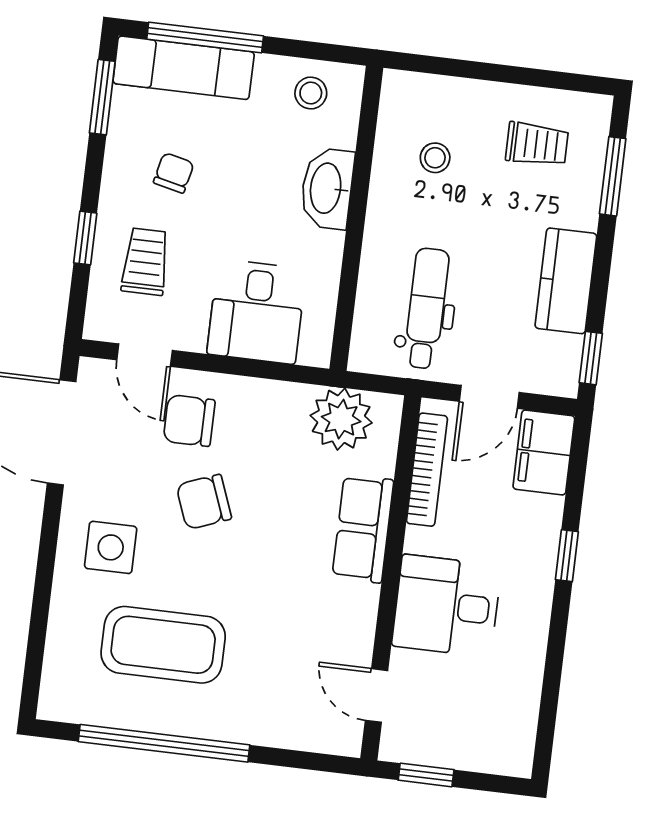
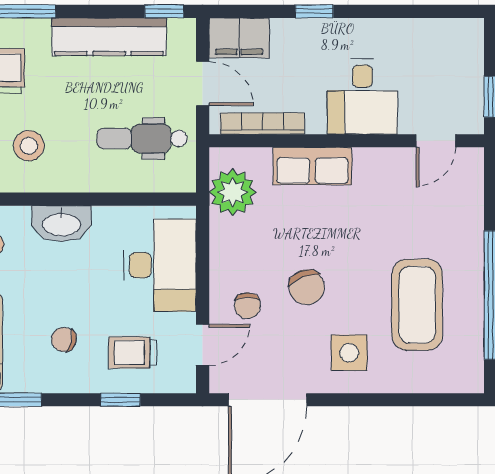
stool: (435, 158) -> (29, 146), width x1.37, depth x1.37
kitchen counter: (566, 281) -> (109, 37), width x1.50
desk: (257, 311) -> (160, 265), width x1.37
chair: (189, 421) -> (247, 306), width x0.73, depth x0.73

